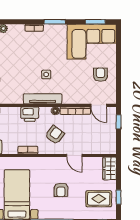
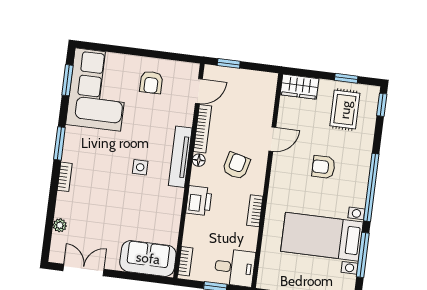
armchair: (100, 75) -> (151, 82), turned -90
tv unit: (42, 99) -> (180, 157), moved
armchair: (55, 135) -> (236, 166), turned 68
armchair: (61, 190) -> (323, 167), turned 180

